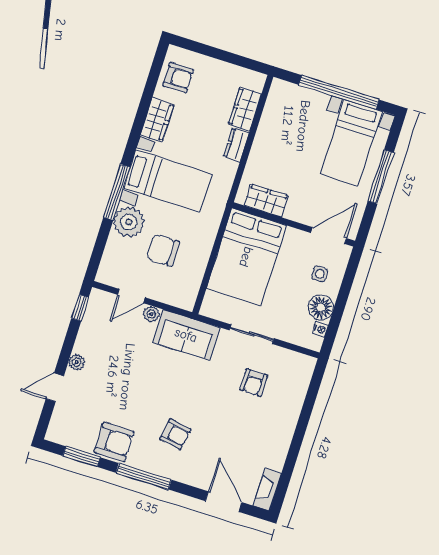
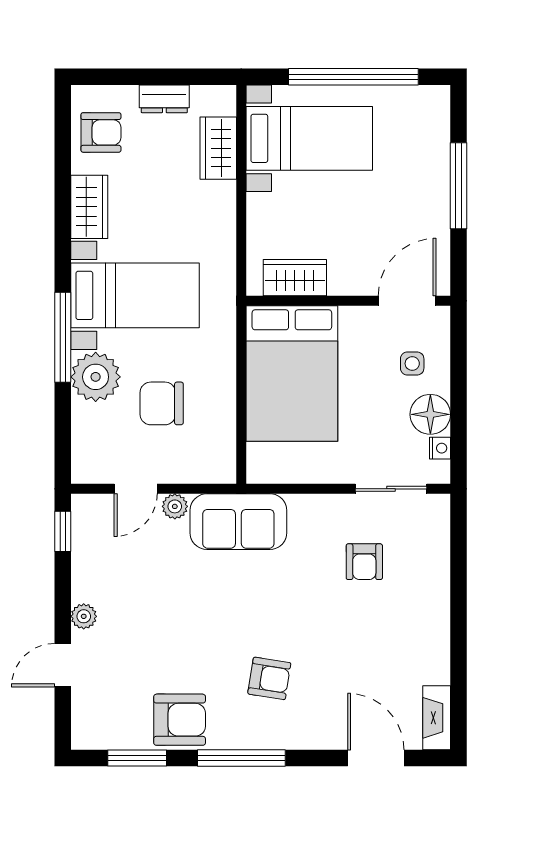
bed with nightstands: (351, 143) -> (309, 138), moved, turned -90
dresser: (236, 145) -> (164, 99), moved, turned -90
sliding door: (252, 334) -> (391, 489), moved

